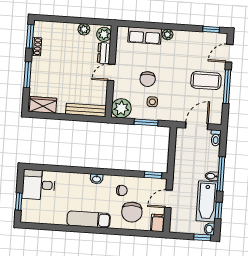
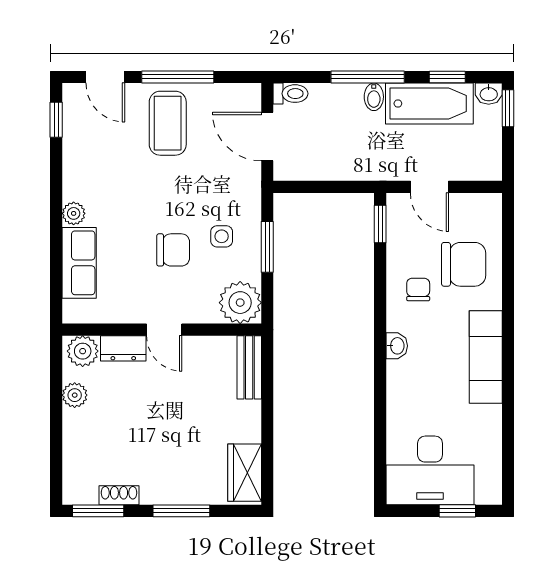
bench: (86, 110) -> (249, 367), width x0.73
desk: (39, 185) -> (430, 470), width x1.37
filing cabinet: (158, 223) -> (483, 207), removed

